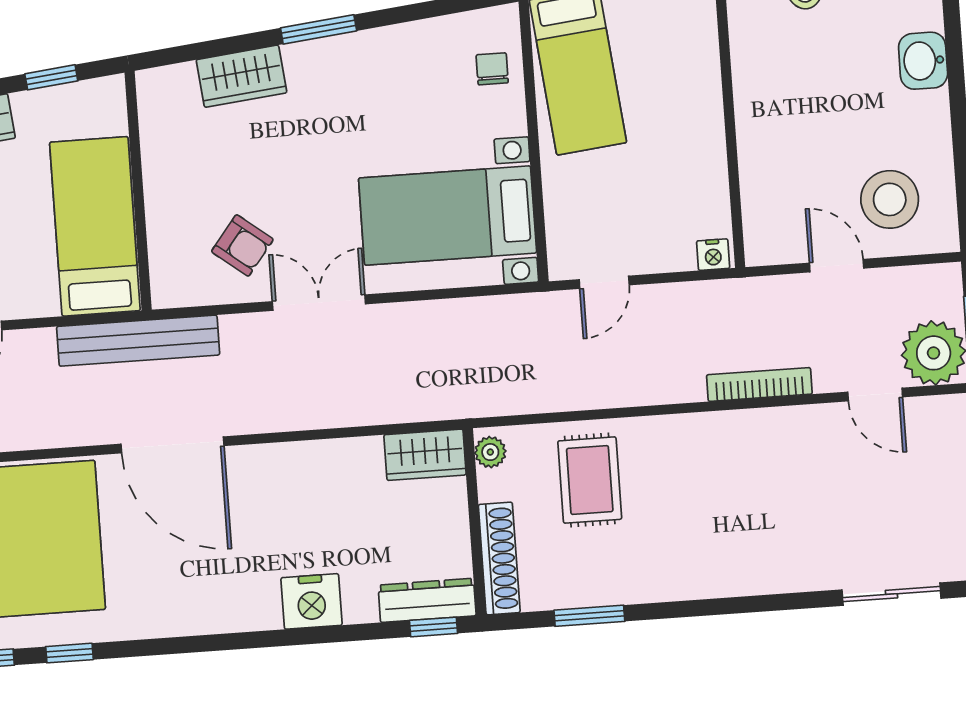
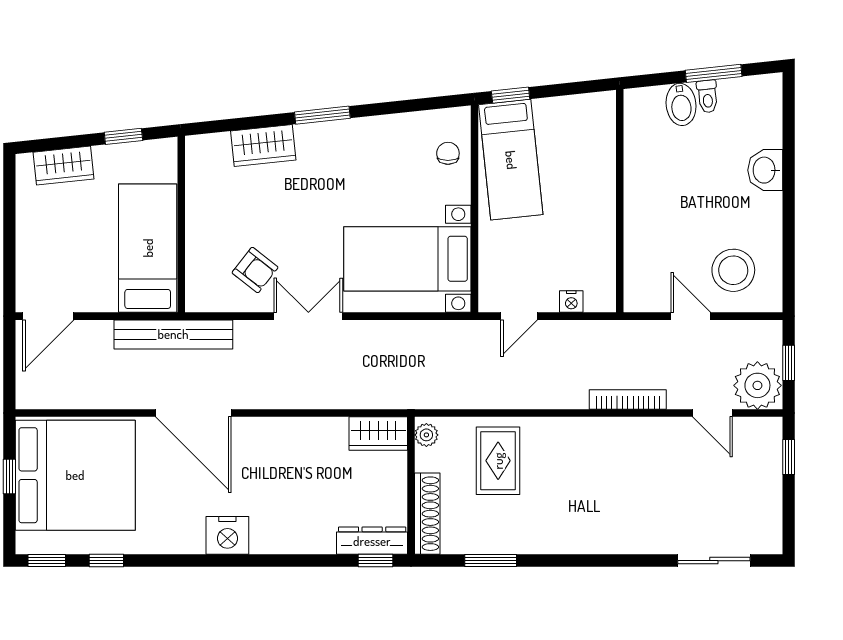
nightstand: (713, 255) -> (571, 302), moved
nightstand: (312, 601) -> (227, 535), moved

